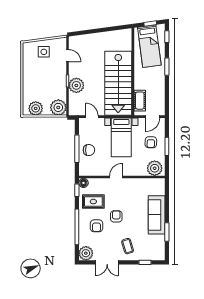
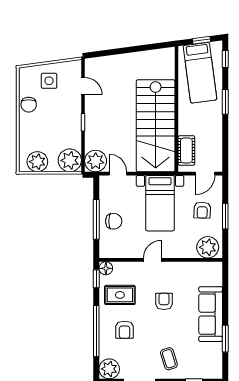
chair: (30, 69) -> (29, 105), added
plant: (76, 85) -> (96, 161), moved
armchair: (116, 216) -> (164, 301), moved

